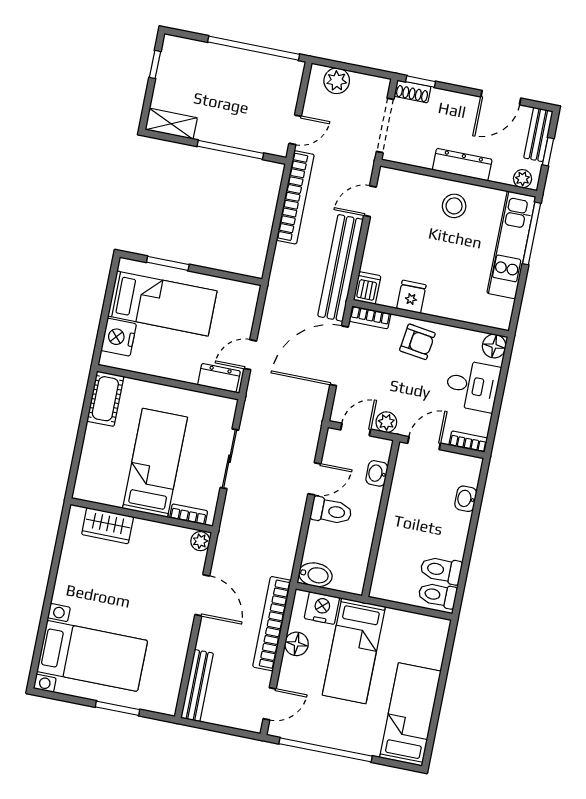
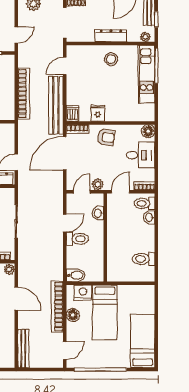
bookcase: (295, 197) -> (24, 93), moved
toilet: (438, 595) -> (144, 203), moved

